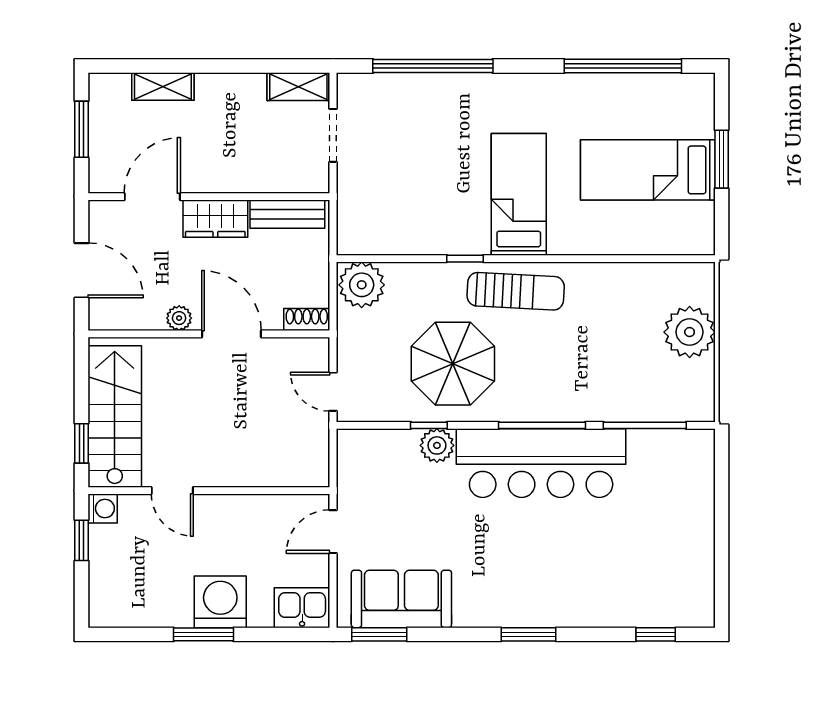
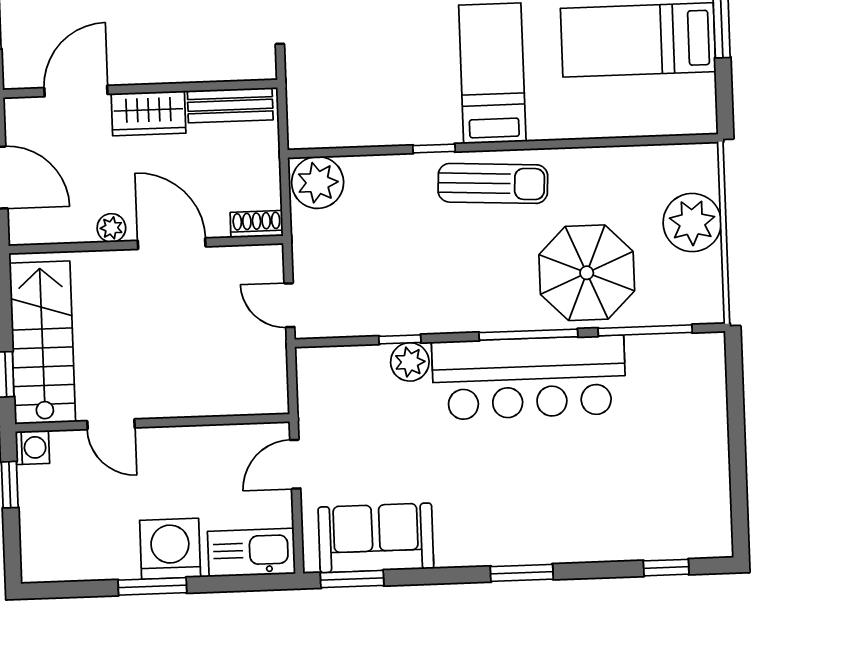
parasol: (453, 364) -> (587, 273), moved
kitchen sink: (302, 608) -> (252, 552), width x1.38

